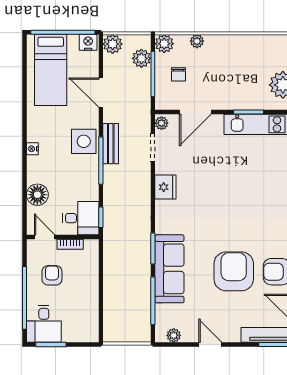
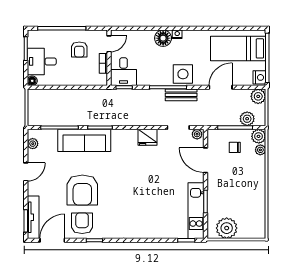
plant: (197, 41) -> (260, 150), moved
floor lamp: (37, 195) -> (163, 38), moved
armchair: (234, 271) -> (82, 190), turned 90
armchair: (52, 275) -> (79, 49), turned 90
desk: (44, 324) -> (42, 61), moved
floor lamp: (92, 336) -> (32, 81), added

